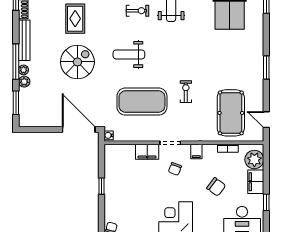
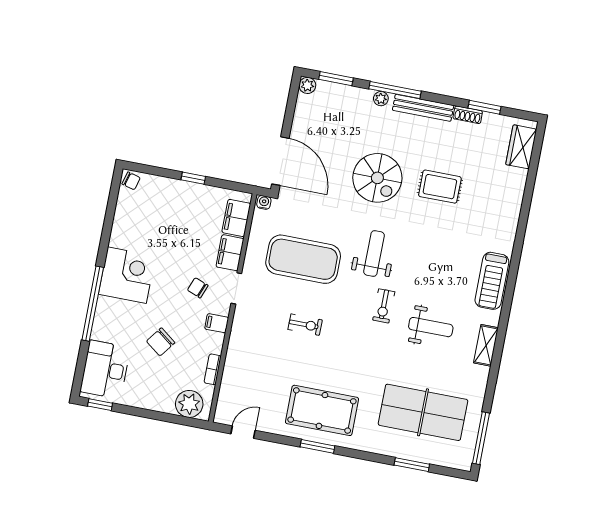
exercise bike: (137, 11) -> (384, 306), moved
plant: (24, 82) -> (307, 85), moved
exercise mat: (142, 102) -> (303, 259), turned 90
pool table: (231, 113) -> (322, 410), moved
door: (79, 130) -> (280, 161), hinge flipped
filing cabinet: (256, 182) -> (236, 218), moved, turned -90
window: (266, 202) -> (100, 405), moved

